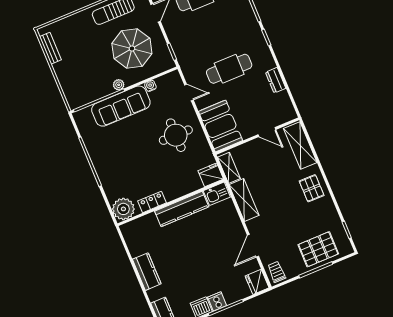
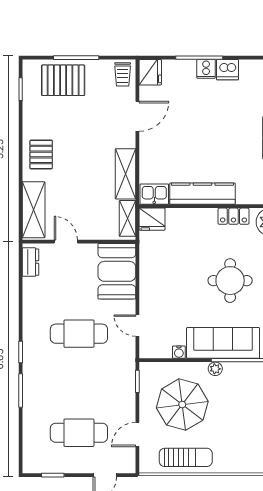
dresser: (276, 80) -> (30, 262), moved
round table: (176, 135) -> (230, 281), moved

